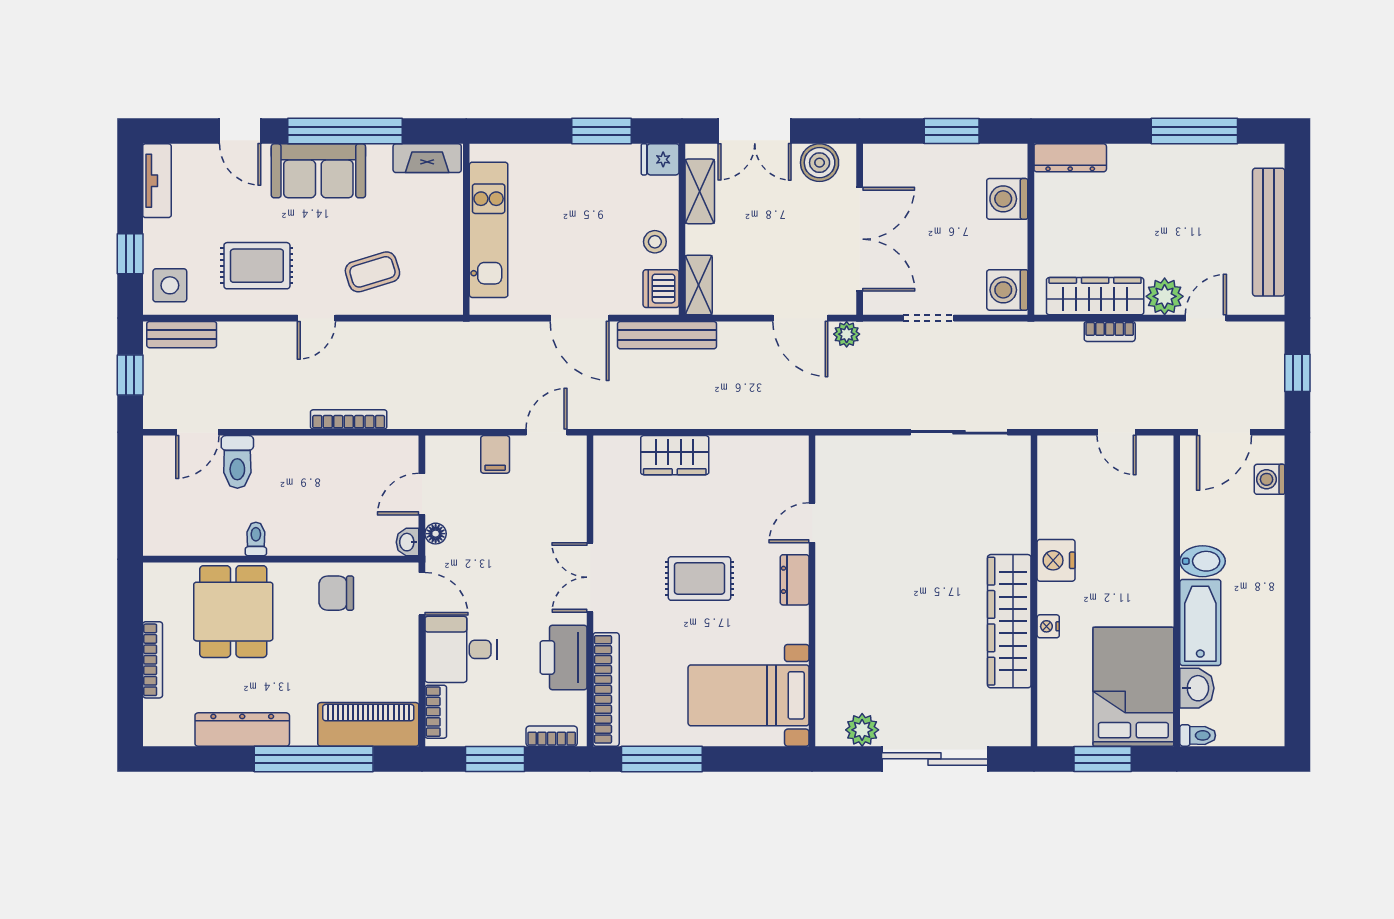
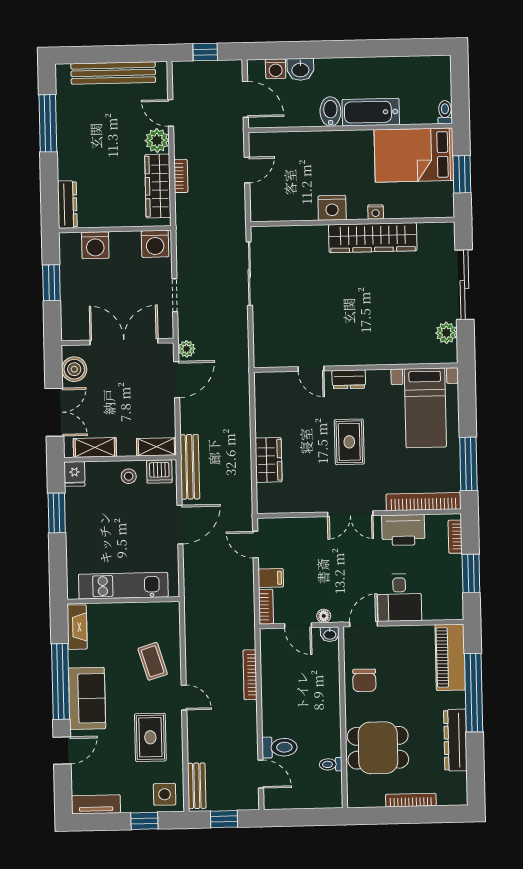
toilet: (256, 539) -> (331, 764), moved
washbasin: (1197, 688) -> (300, 69), moved, turned 180
bookcase: (436, 712) -> (266, 607), moved, turned 90

